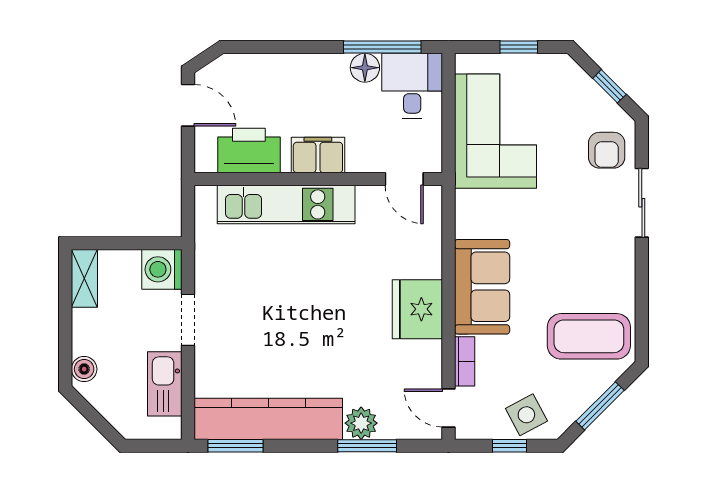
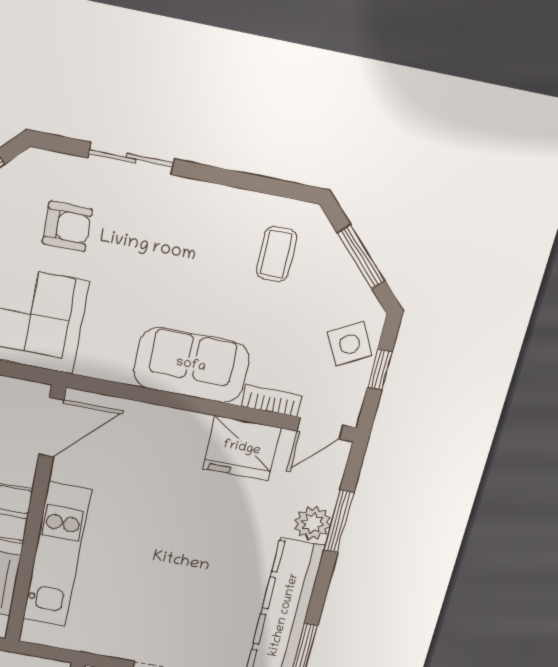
armchair: (607, 150) -> (67, 226), moved
door: (404, 179) -> (51, 427), width x1.38
fridge: (417, 309) -> (242, 448), moved
coffee table: (589, 336) -> (276, 254), width x0.54, depth x0.58

